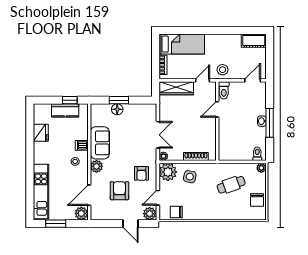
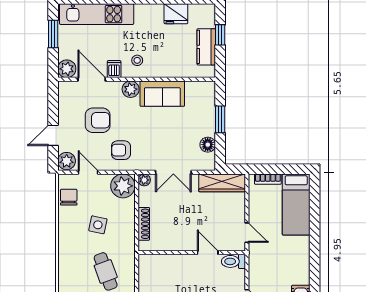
stool: (223, 70) -> (261, 260), removed
wardrobe: (176, 88) -> (222, 183), moved, turned -90
window: (70, 100) -> (220, 35), moved
floor lamp: (117, 109) -> (208, 145), moved
dishwasher: (82, 145) -> (114, 69), moved
side table: (190, 177) -> (98, 225), moved

